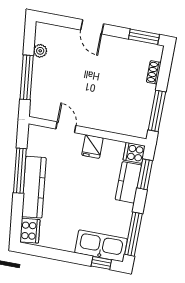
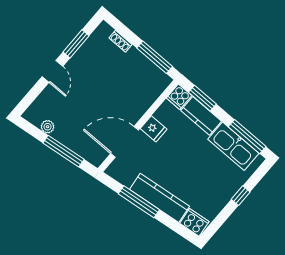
door: (92, 27) -> (52, 71), hinge flipped
window: (144, 37) -> (76, 44), moved
door: (66, 127) -> (125, 142), width x1.88
kitchen sink: (101, 246) -> (233, 146), moved, turned -90
window: (101, 263) -> (241, 196), moved

